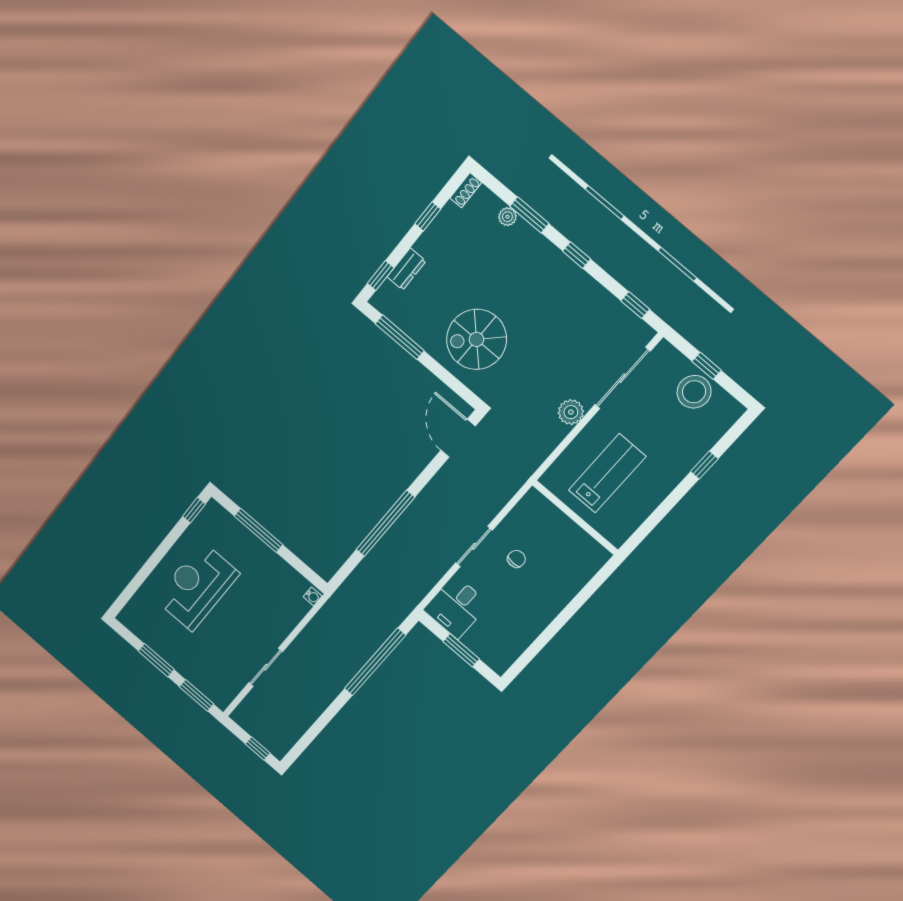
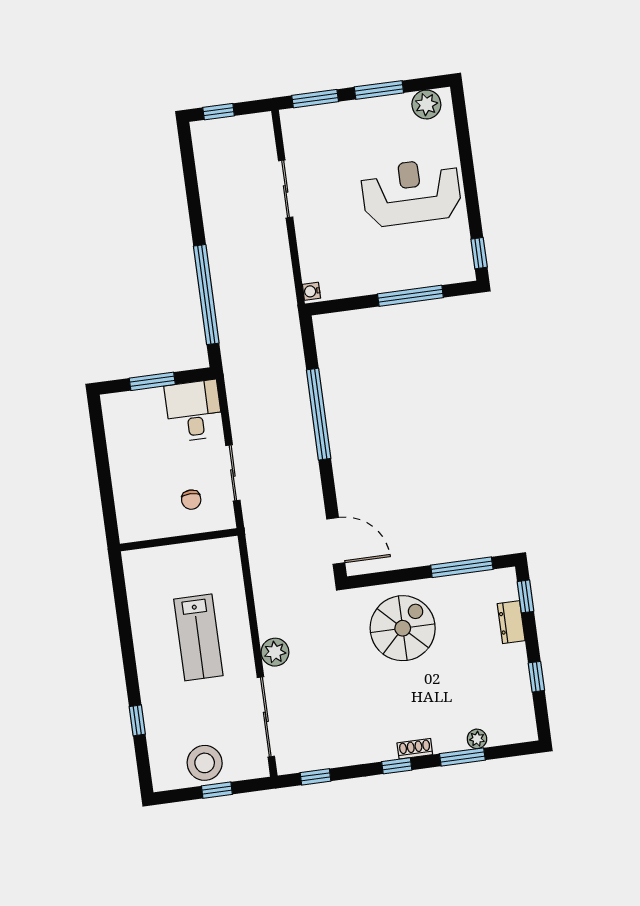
shoe rack: (466, 190) -> (415, 749), moved, turned 90
wall: (575, 518) -> (179, 540), moved
reception desk: (197, 586) -> (411, 192), turned -90
plant: (138, 623) -> (426, 104), added

